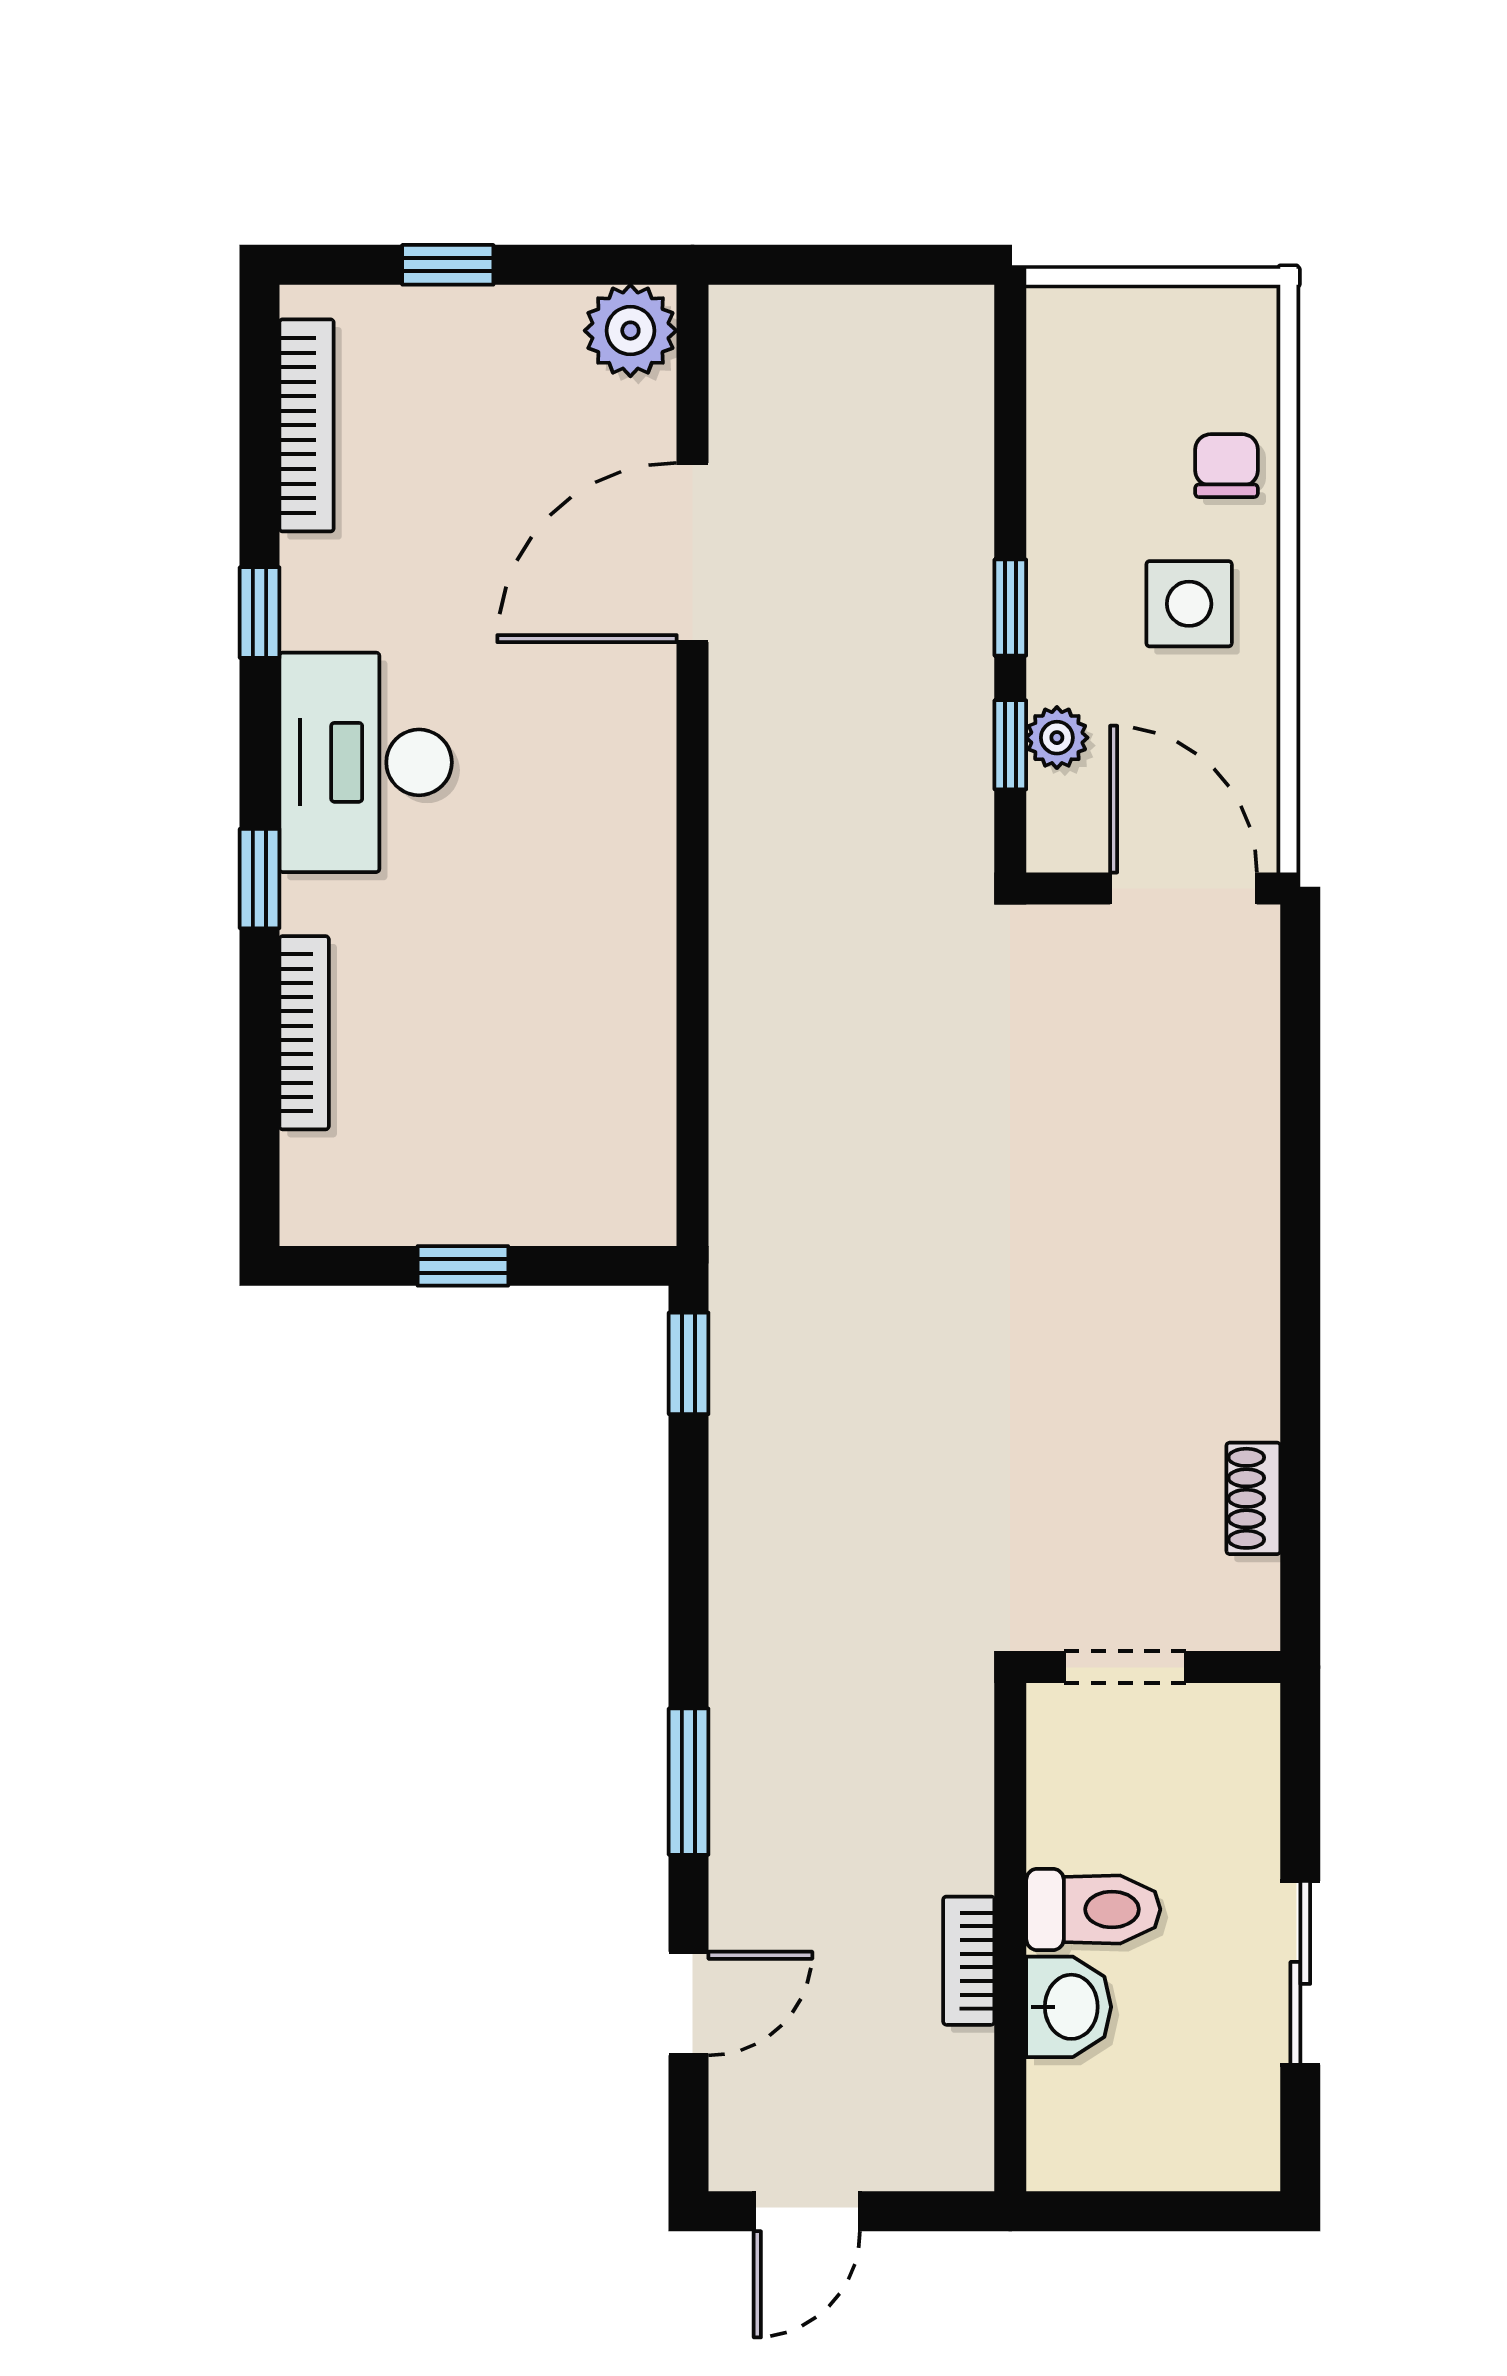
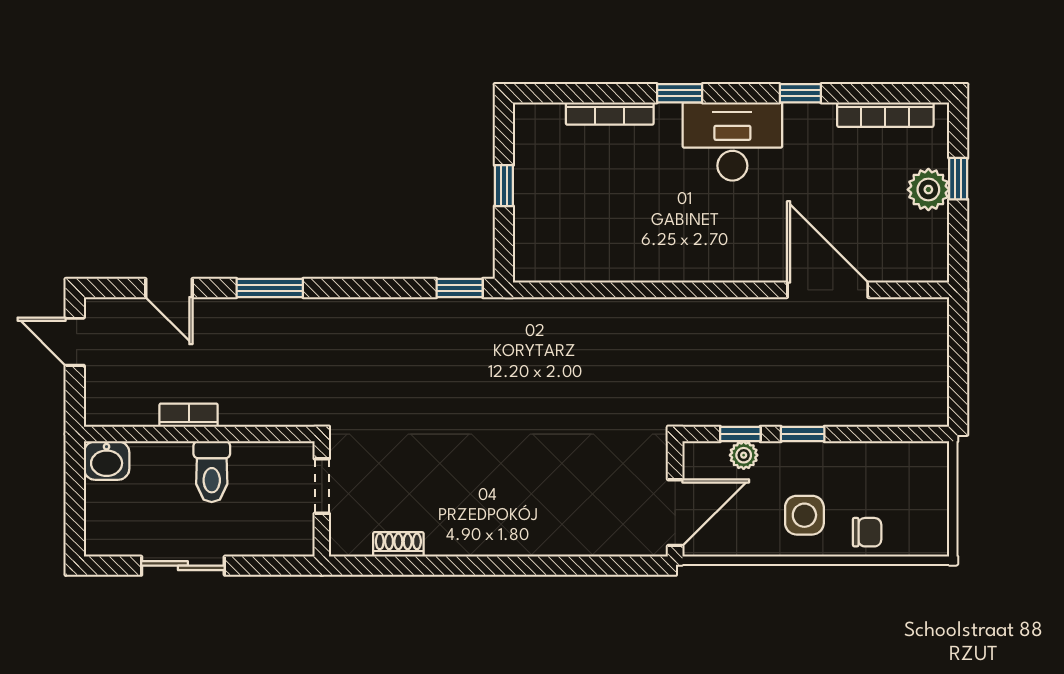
plant: (630, 331) -> (928, 190), moved
washbasin: (1069, 2007) -> (107, 461), moved

